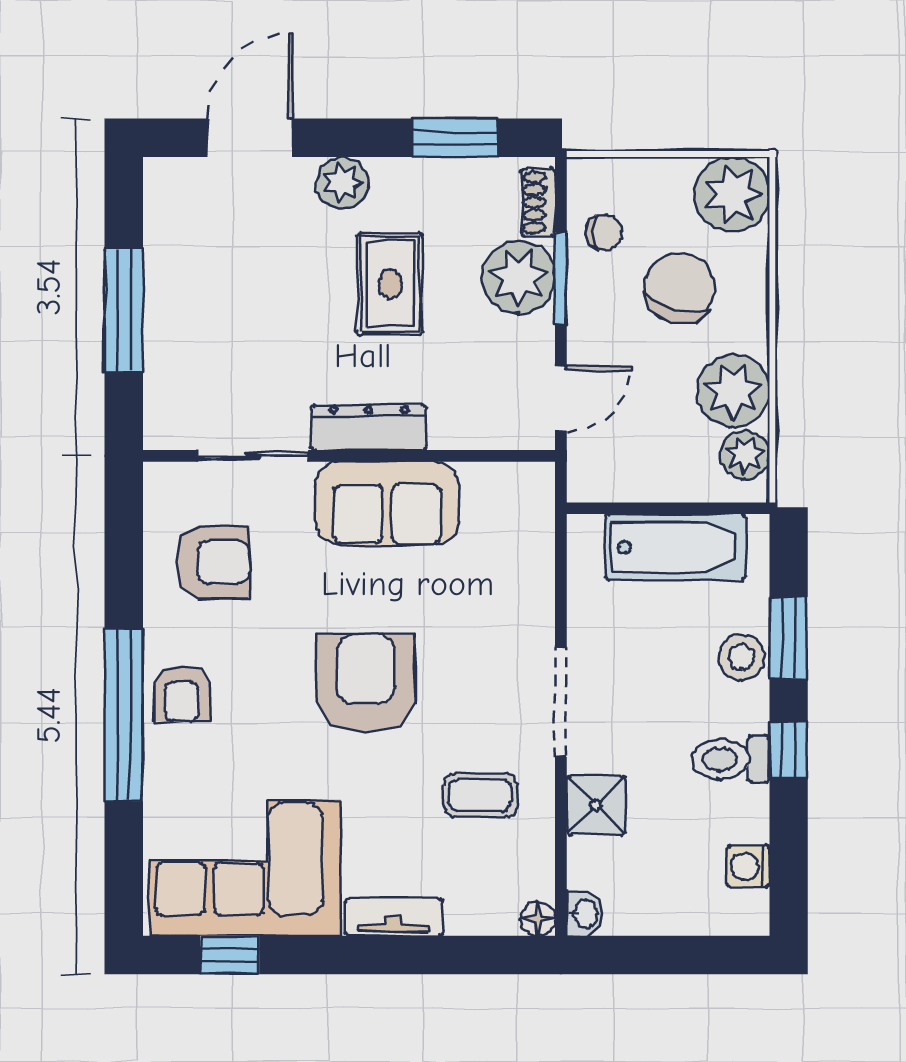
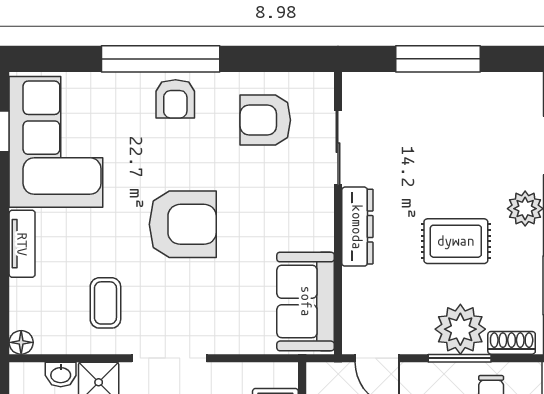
sofa: (387, 503) -> (306, 301), moved
armchair: (213, 562) -> (265, 120), turned 90
armchair: (182, 693) -> (175, 99), turned -90
washbasin: (585, 914) -> (61, 374), moved

